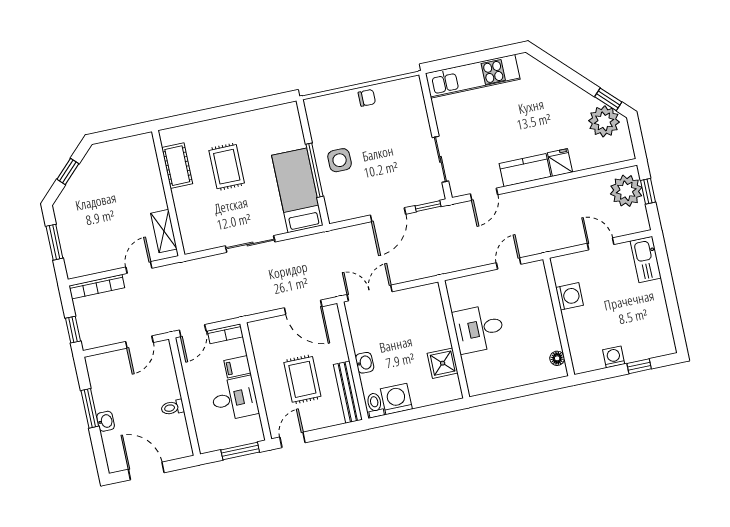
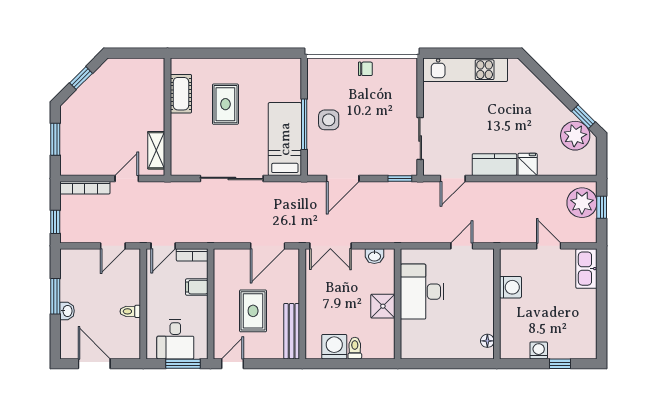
door: (388, 215) -> (343, 178), moved
sliding door: (250, 244) -> (232, 178), width x1.37
double door: (370, 293) -> (330, 246), swing flipped
door: (303, 307) -> (268, 246), hinge flipped
desk: (479, 329) -> (422, 292), width x1.37
washbasin: (365, 363) -> (374, 256), moved, turned 90
shower: (443, 363) -> (383, 306), moved
desk: (234, 398) -> (175, 339), moved, turned 90
toilet: (375, 405) -> (355, 348), moved

